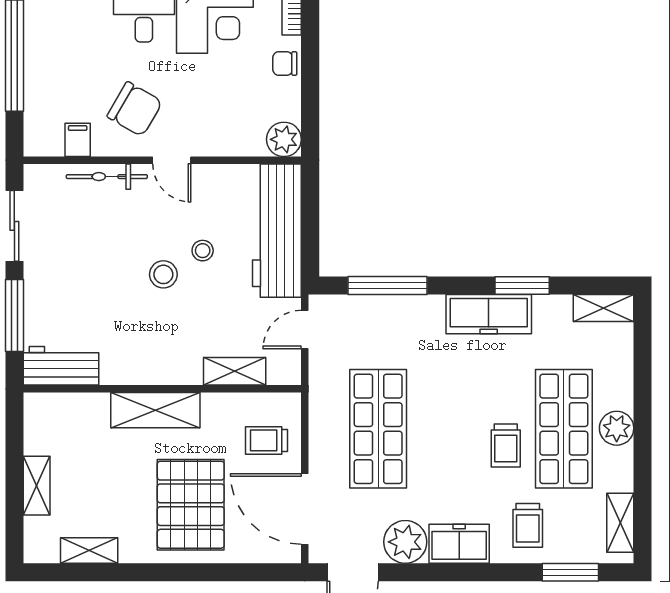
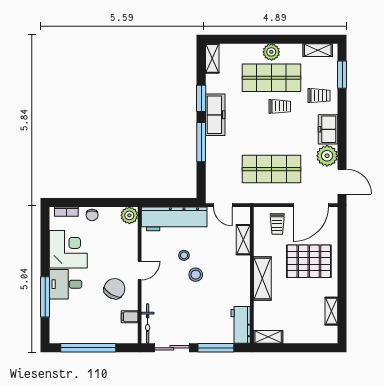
bicycle: (107, 177) -> (148, 324), moved
window: (388, 285) -> (201, 142), moved
shelving: (37, 486) -> (268, 337), moved

